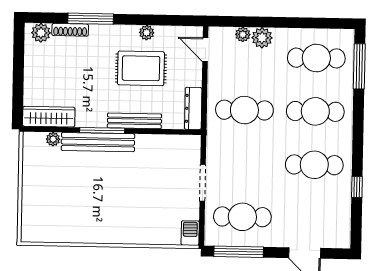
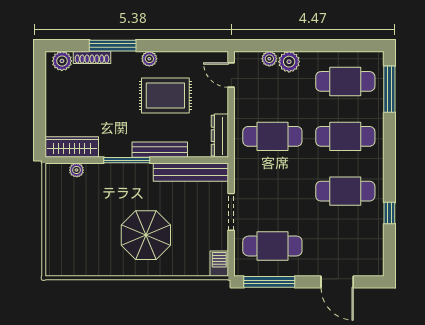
plant: (147, 33) -> (149, 59), moved
bench: (98, 142) -> (191, 172), moved
parasol: (119, 204) -> (146, 235), added

